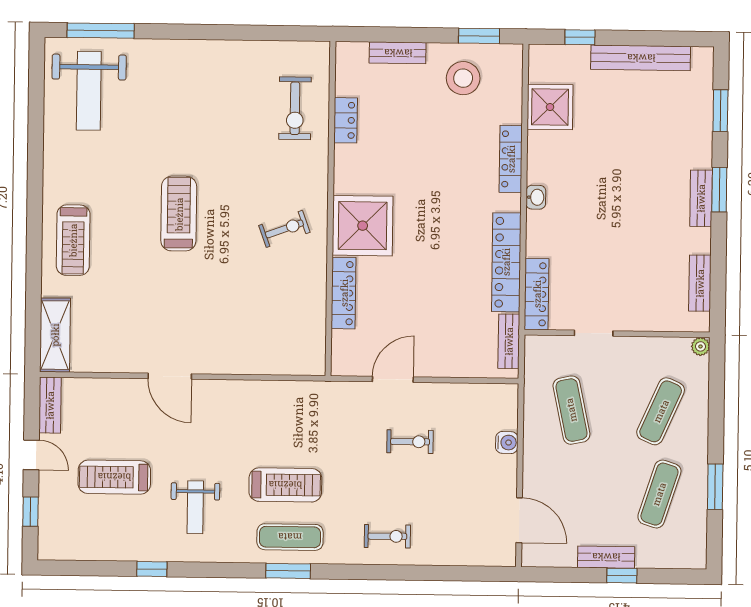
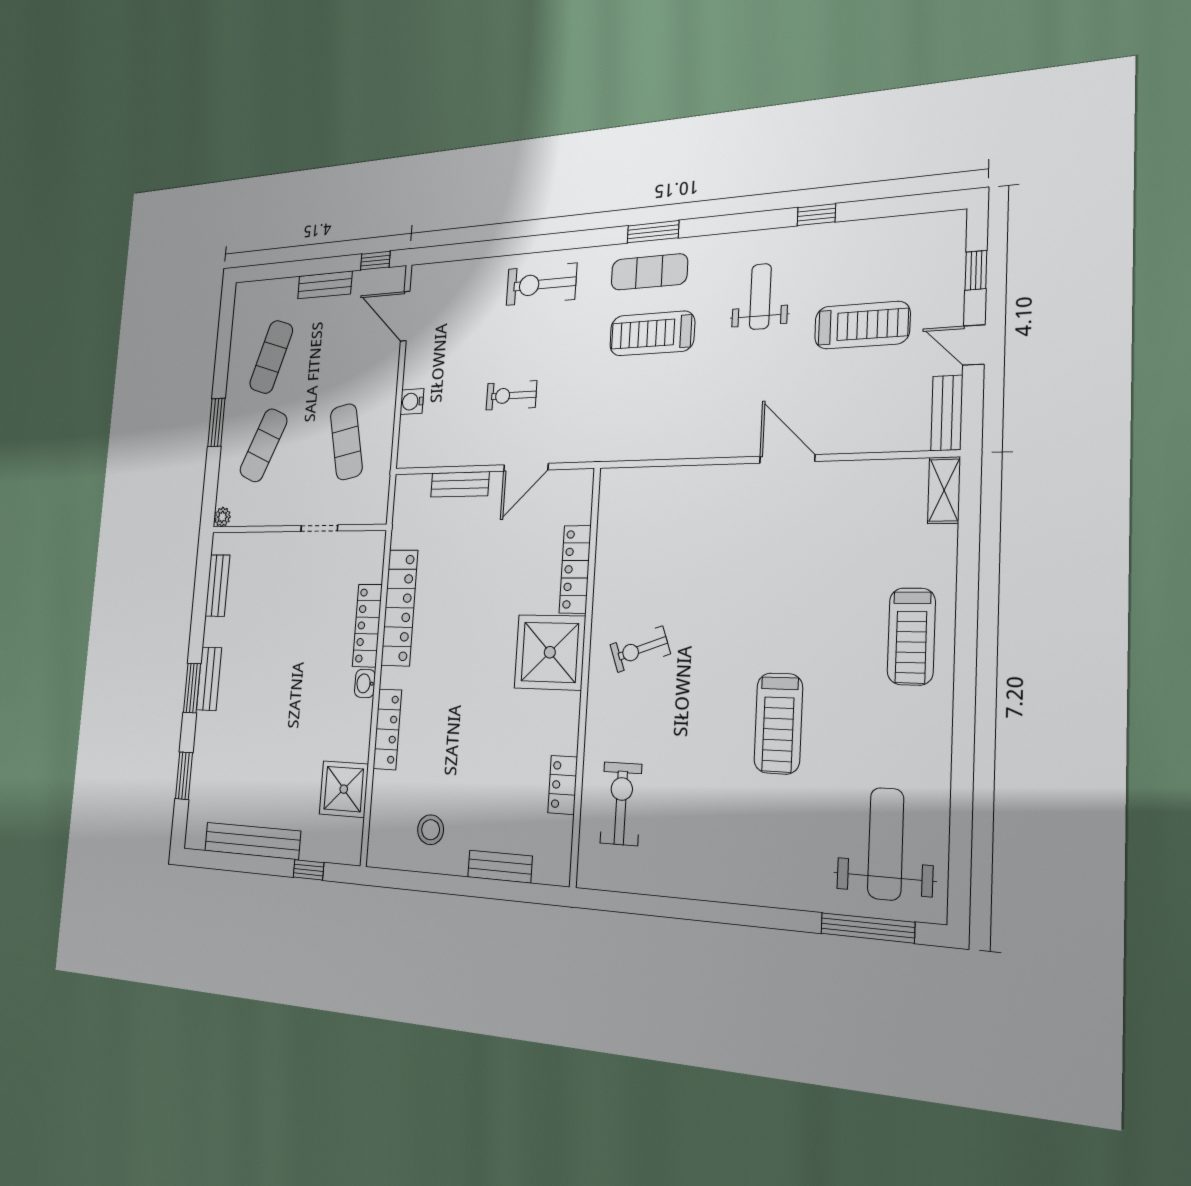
window: (479, 36) -> (411, 880), removed
stool: (463, 78) -> (431, 830), width x0.73, depth x0.73
treadmill: (179, 214) -> (778, 723), moved
treadmill: (73, 240) -> (911, 636), turned 180
locker: (537, 294) -> (367, 626), moved
shelving: (55, 335) -> (944, 490), width x0.67, depth x0.75
bench: (509, 341) -> (460, 484), moved, turned 90
window: (715, 487) -> (216, 422), moved
exercise bike: (387, 536) -> (541, 284), width x1.38, depth x1.39
window: (622, 576) -> (375, 261), moved

